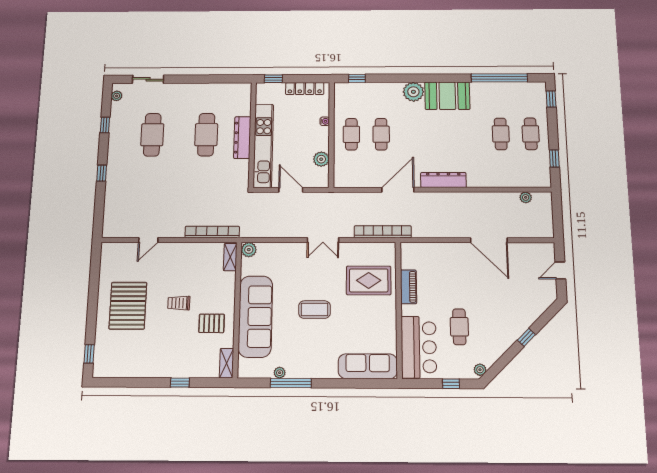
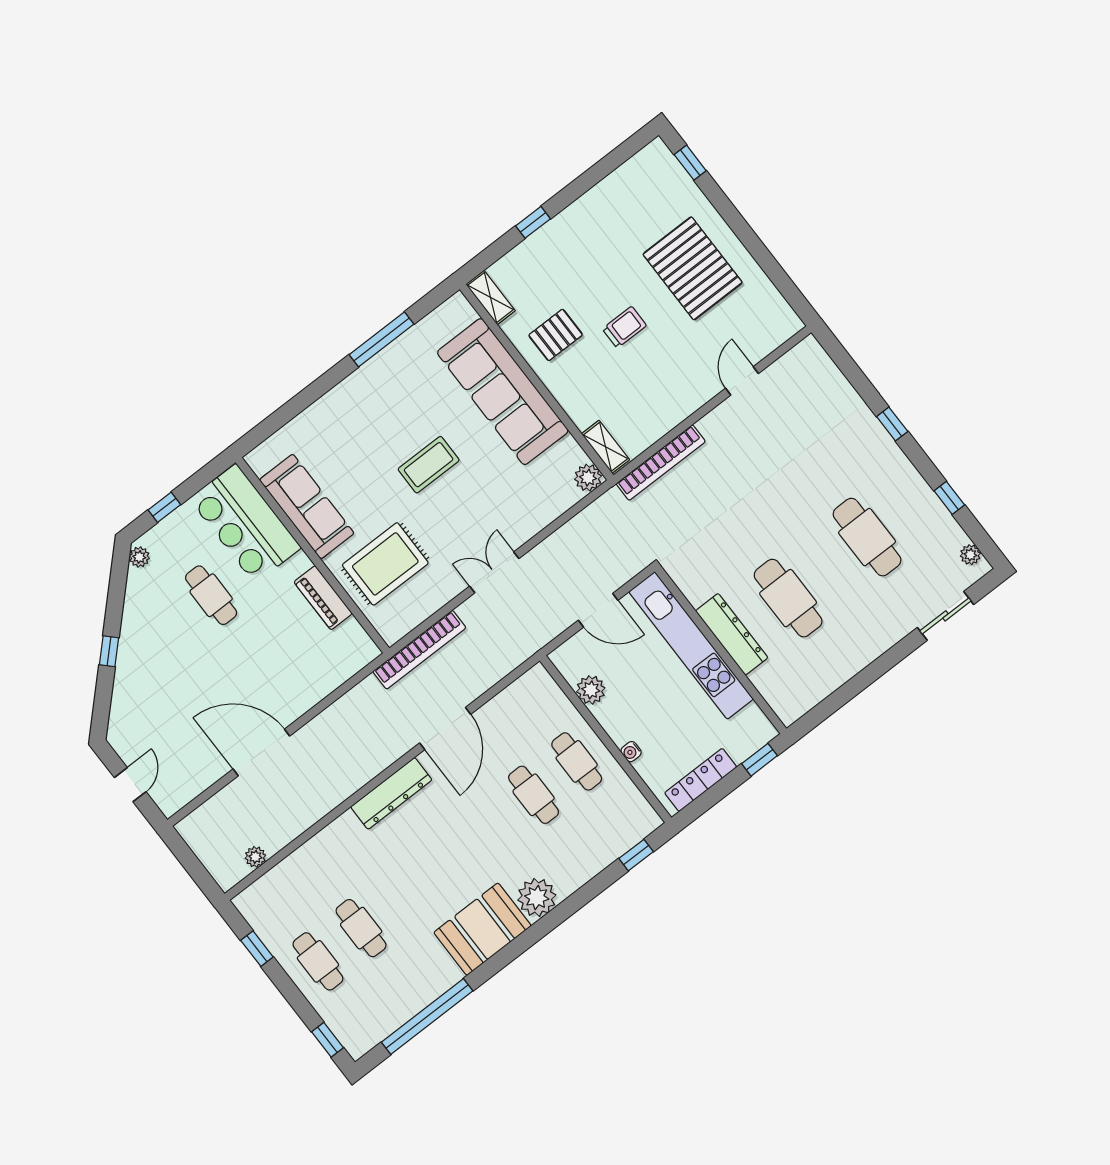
sofa: (368, 366) -> (307, 506), moved, turned -90
plant: (280, 373) -> (408, 341), removed

